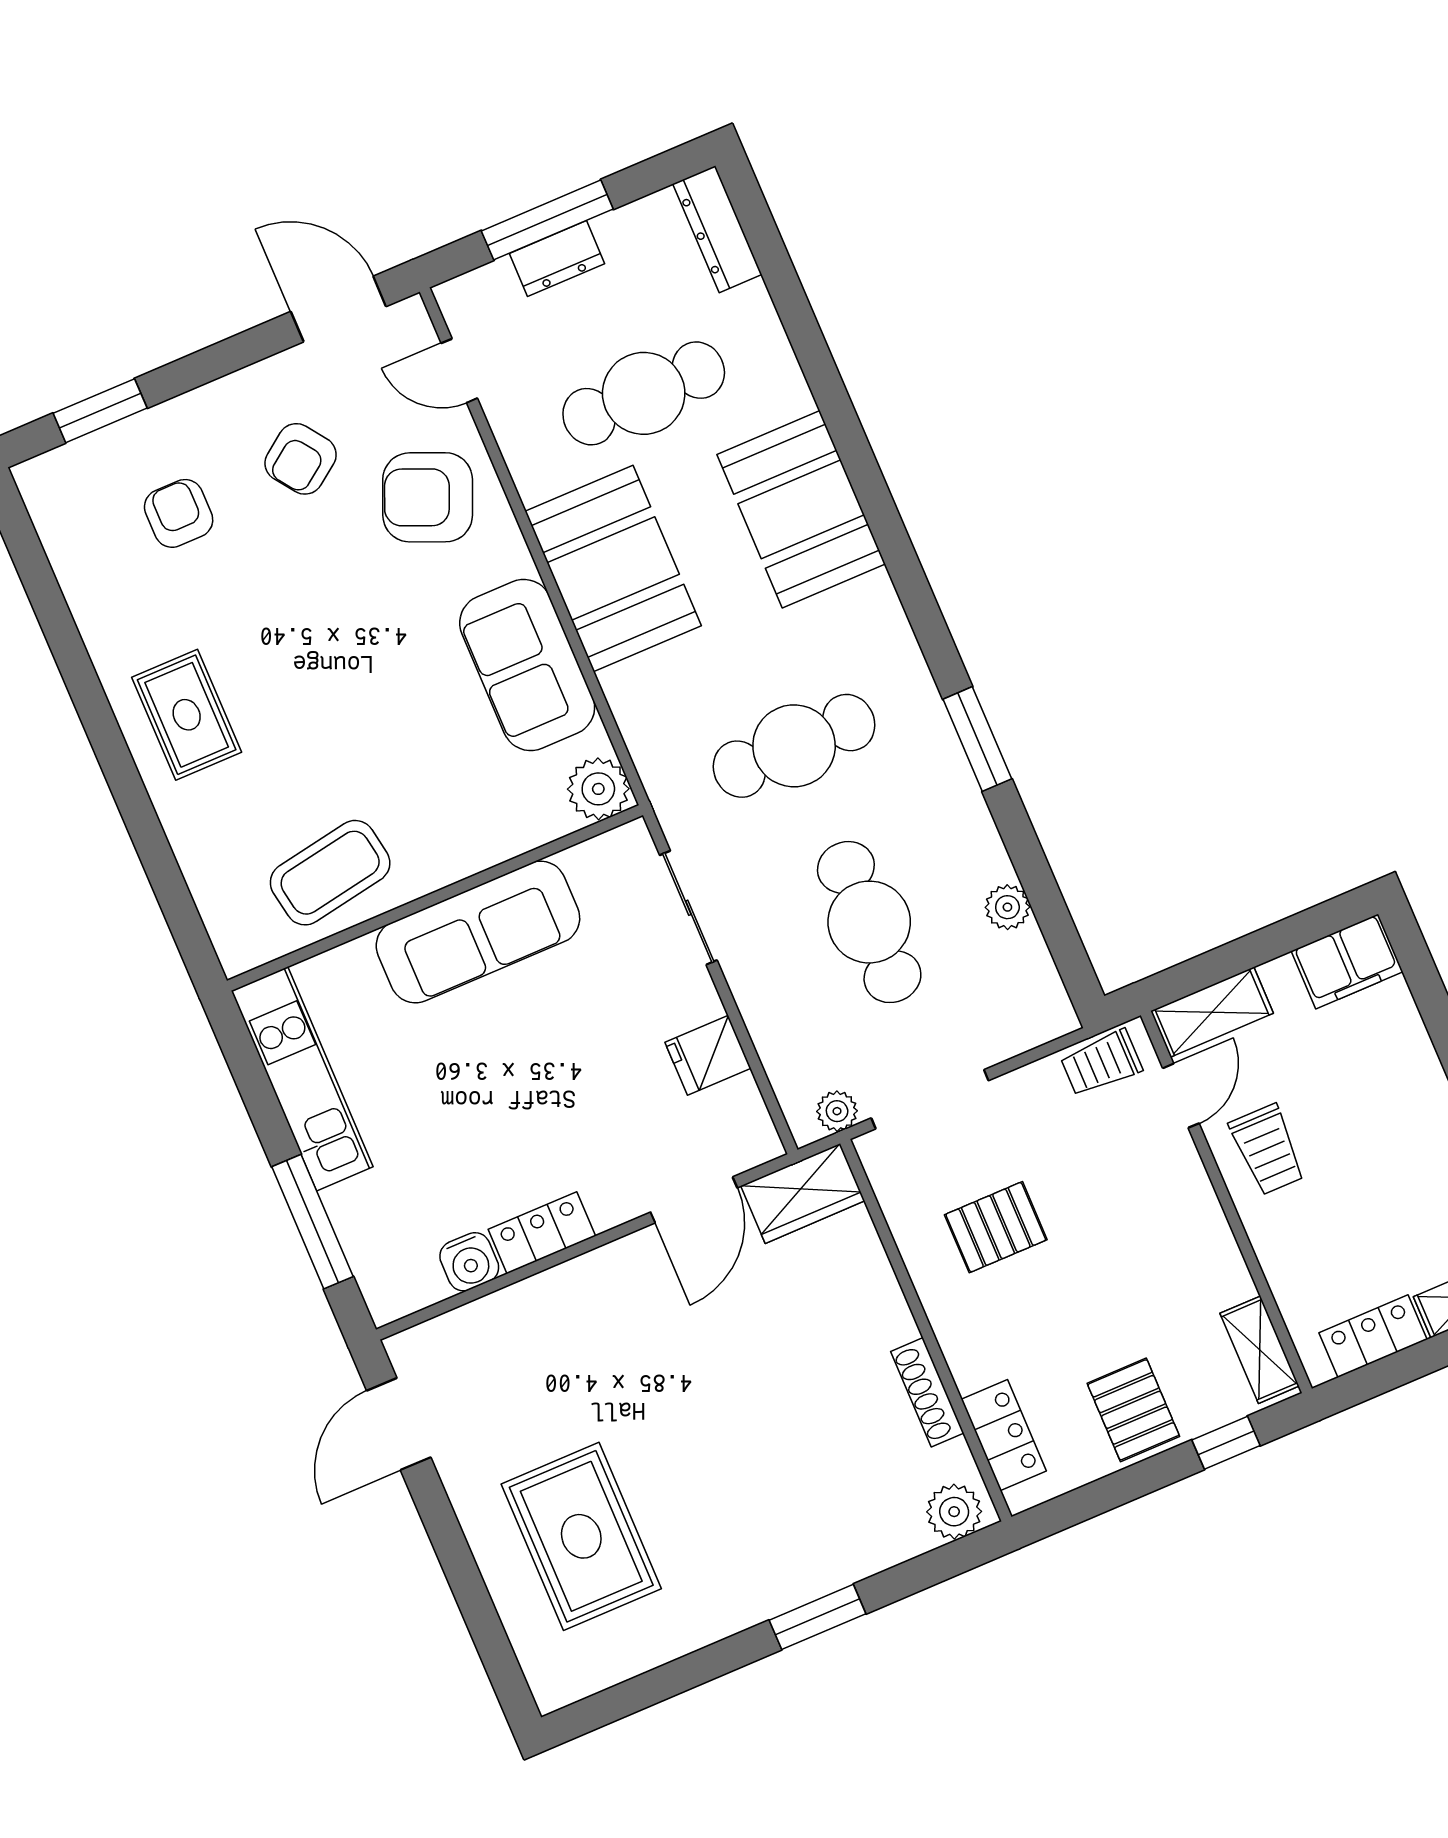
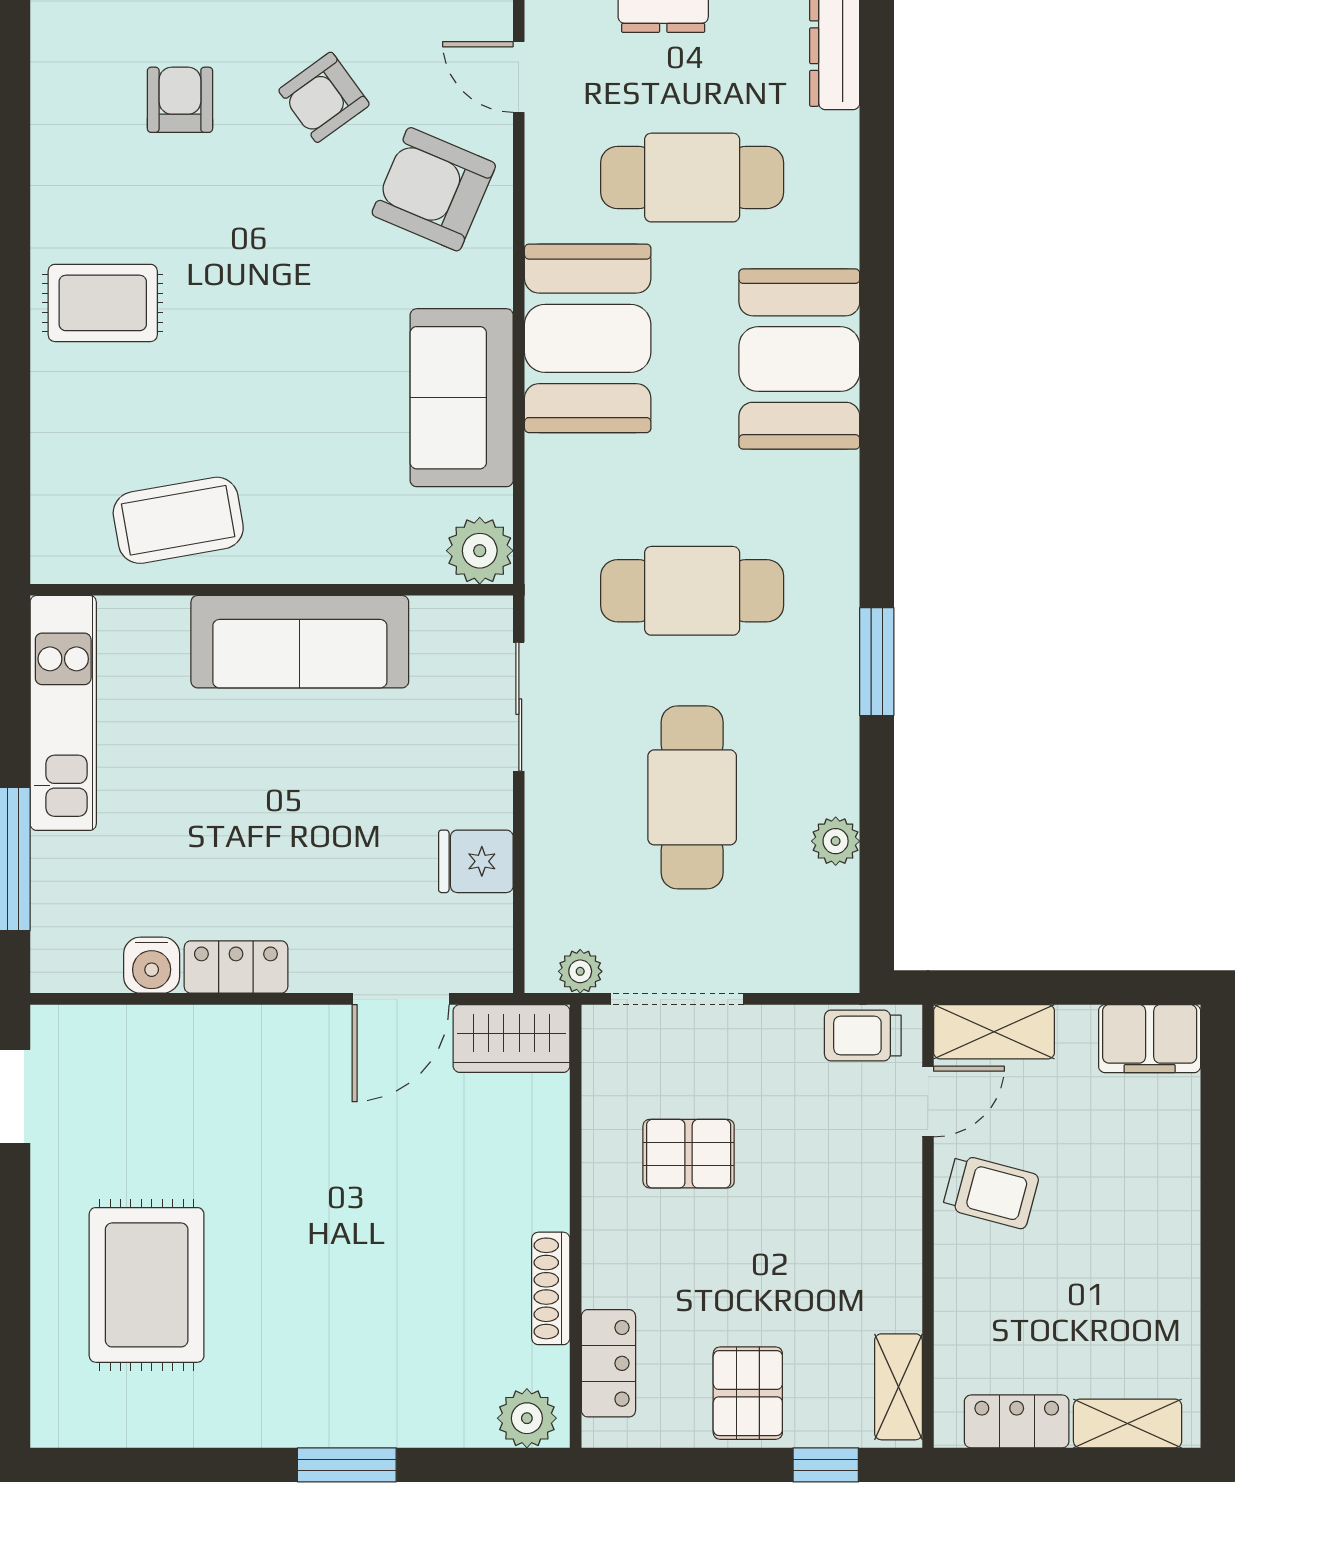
rug: (187, 715) -> (103, 303), turned 90
trolley: (1267, 1150) -> (991, 1192), turned -75

